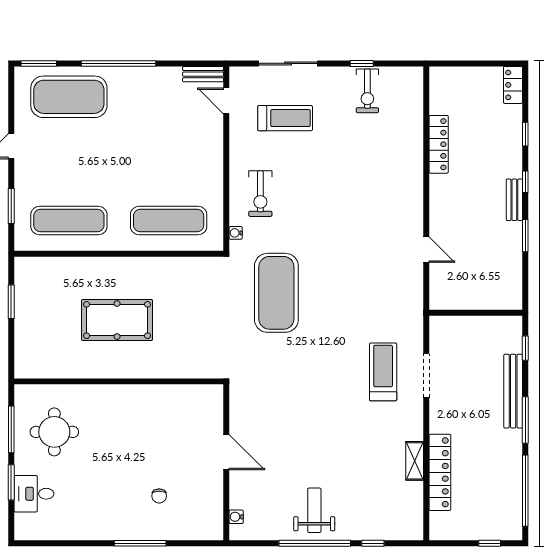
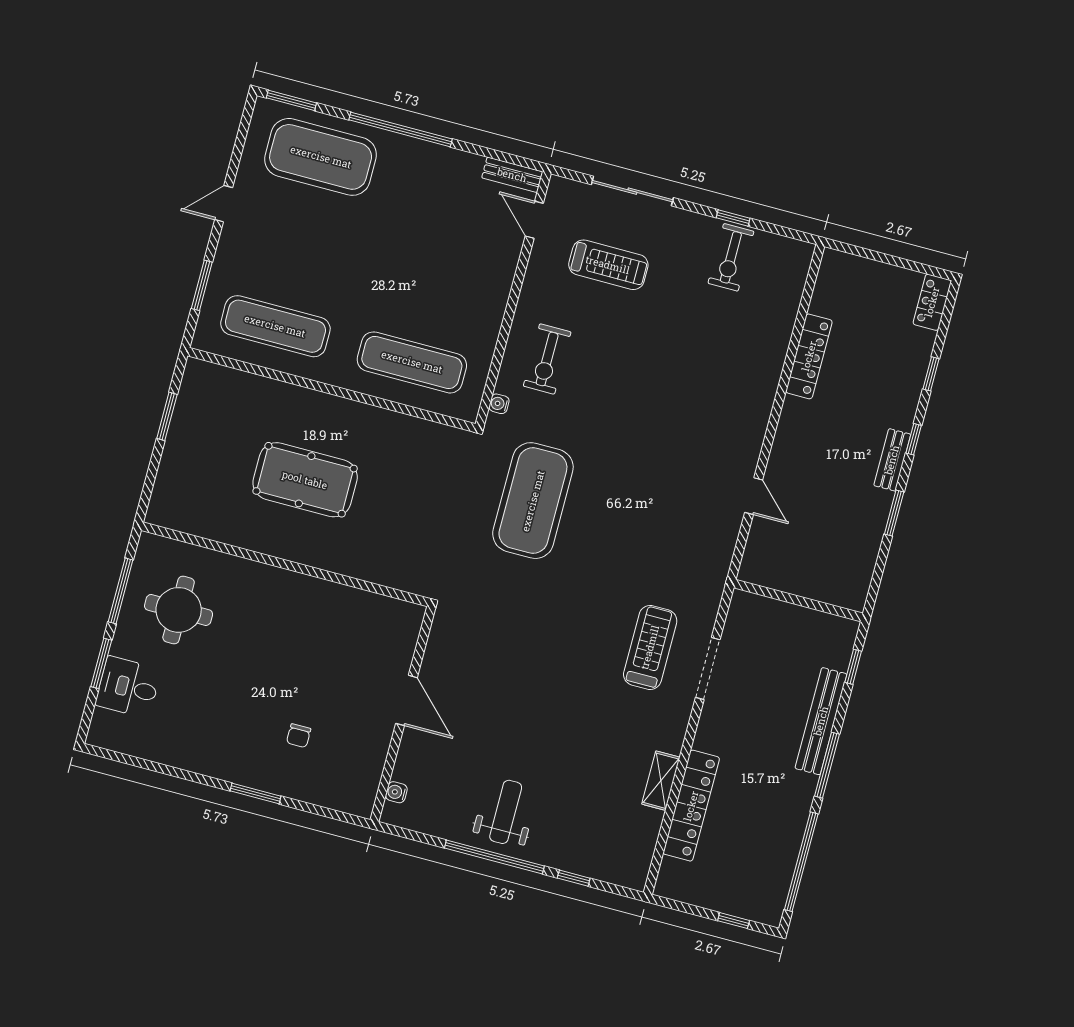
window: (140, 543) -> (255, 793), width x0.69

